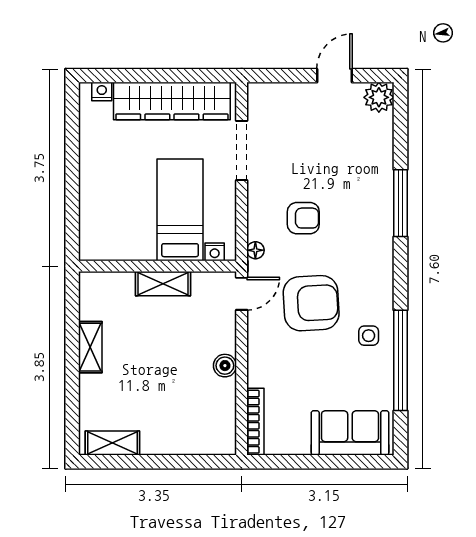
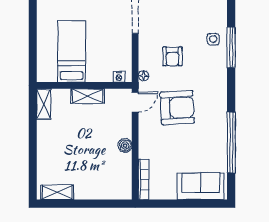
bed: (180, 210) -> (71, 51), moved
armchair: (303, 218) -> (172, 56), turned 90
side table: (369, 336) -> (213, 39), moved
shelving: (90, 347) -> (44, 104), moved

